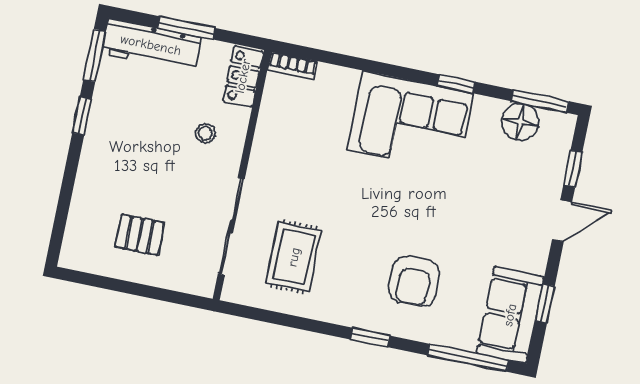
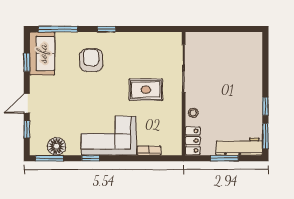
bookcase: (293, 66) -> (149, 151), moved
stool: (205, 133) -> (193, 113), moved
pallet: (140, 235) -> (226, 55), removed
rug: (294, 257) -> (146, 90), moved, turned 90

